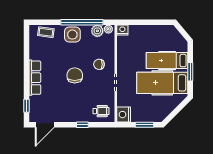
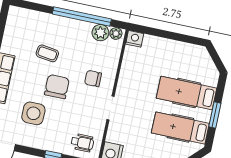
coffee table: (46, 32) -> (47, 53), moved
side table: (72, 35) -> (33, 113), moved
hospital bed: (162, 83) -> (180, 128), width x0.73, depth x0.78

